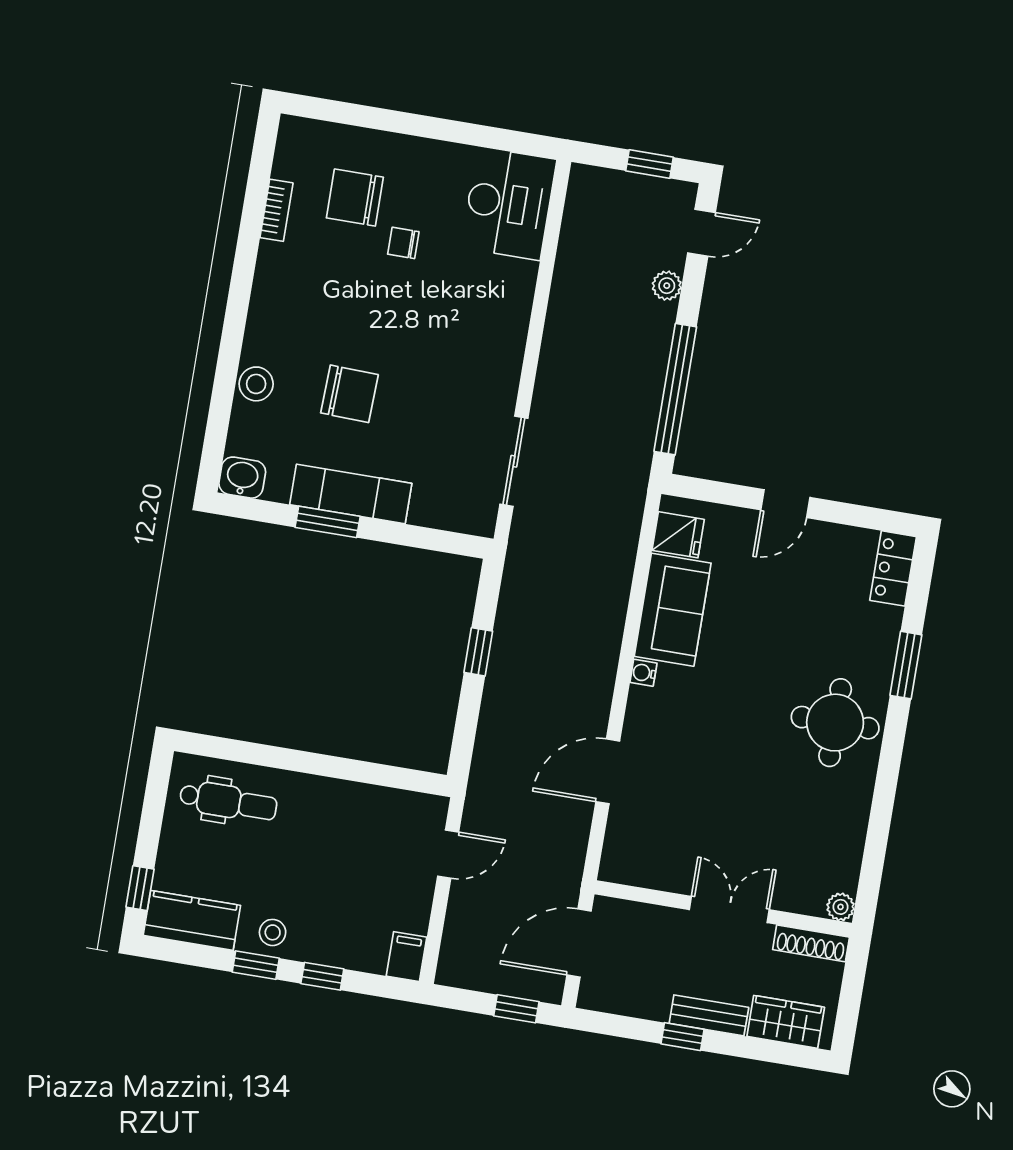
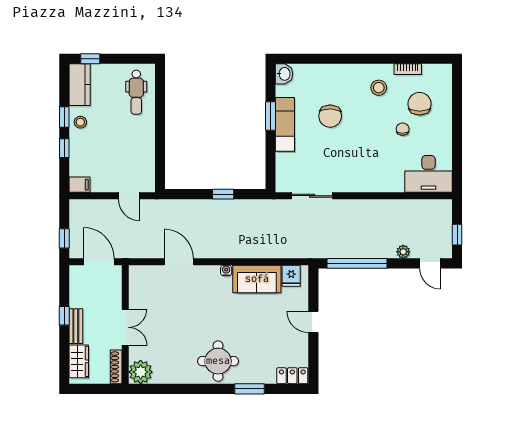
stool: (256, 384) -> (379, 88), moved
plant: (841, 907) -> (141, 372), width x1.87, depth x1.87

